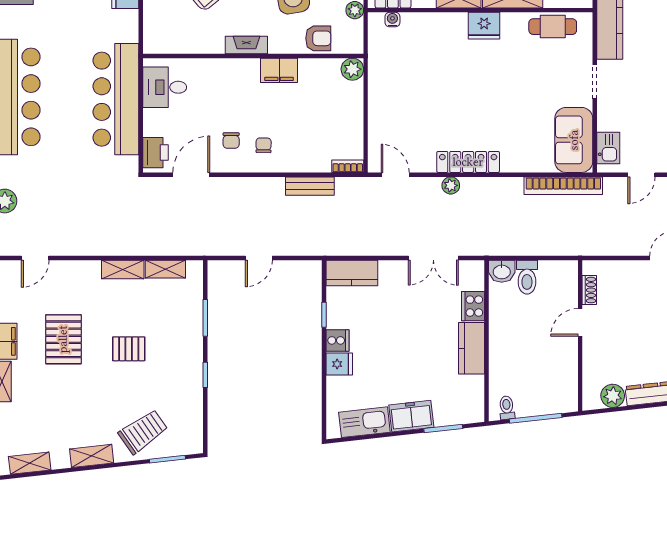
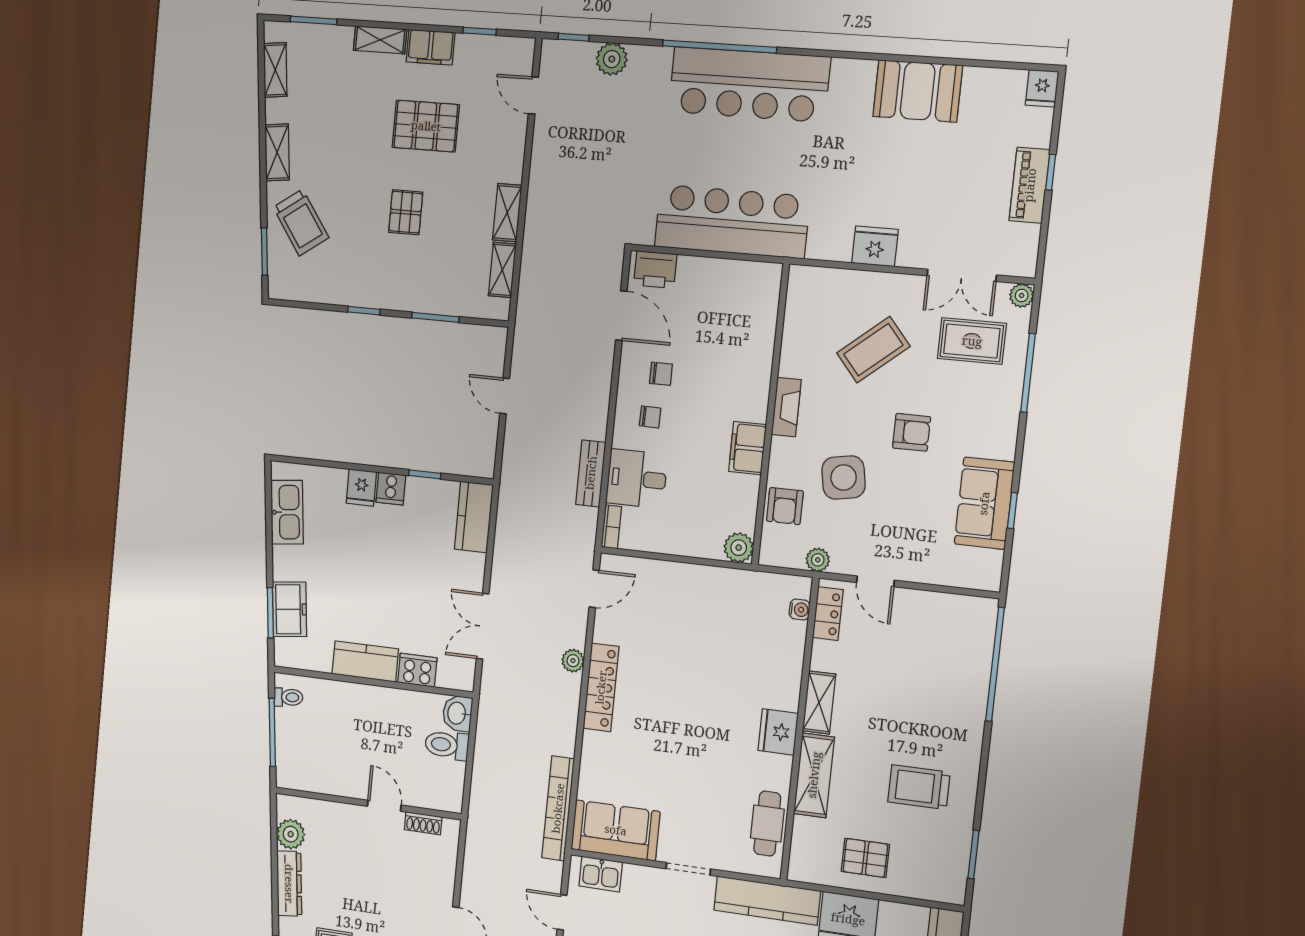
desk: (165, 87) -> (637, 479), moved, turned -90
chair: (231, 140) -> (661, 374), turned 180
freezer: (411, 416) -> (290, 609), moved

